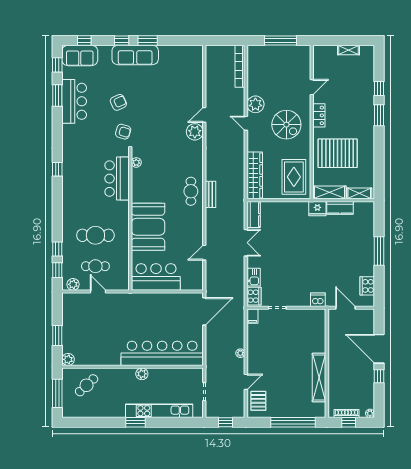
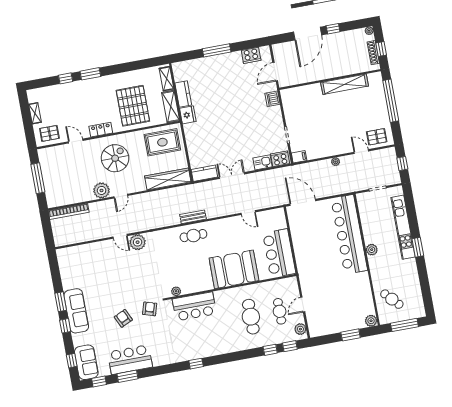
pallet: (325, 61) -> (49, 133), added

